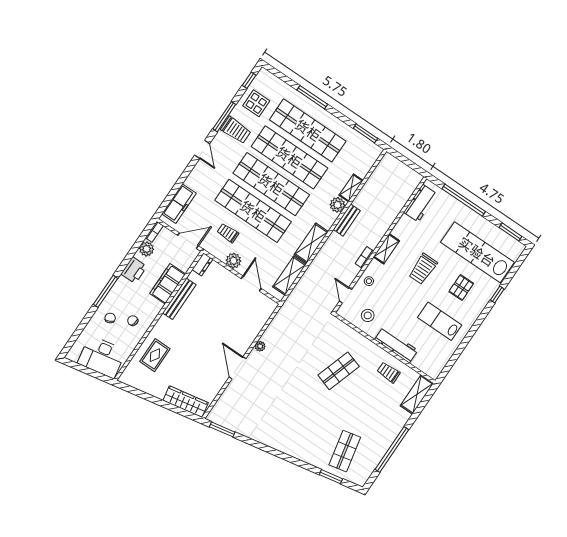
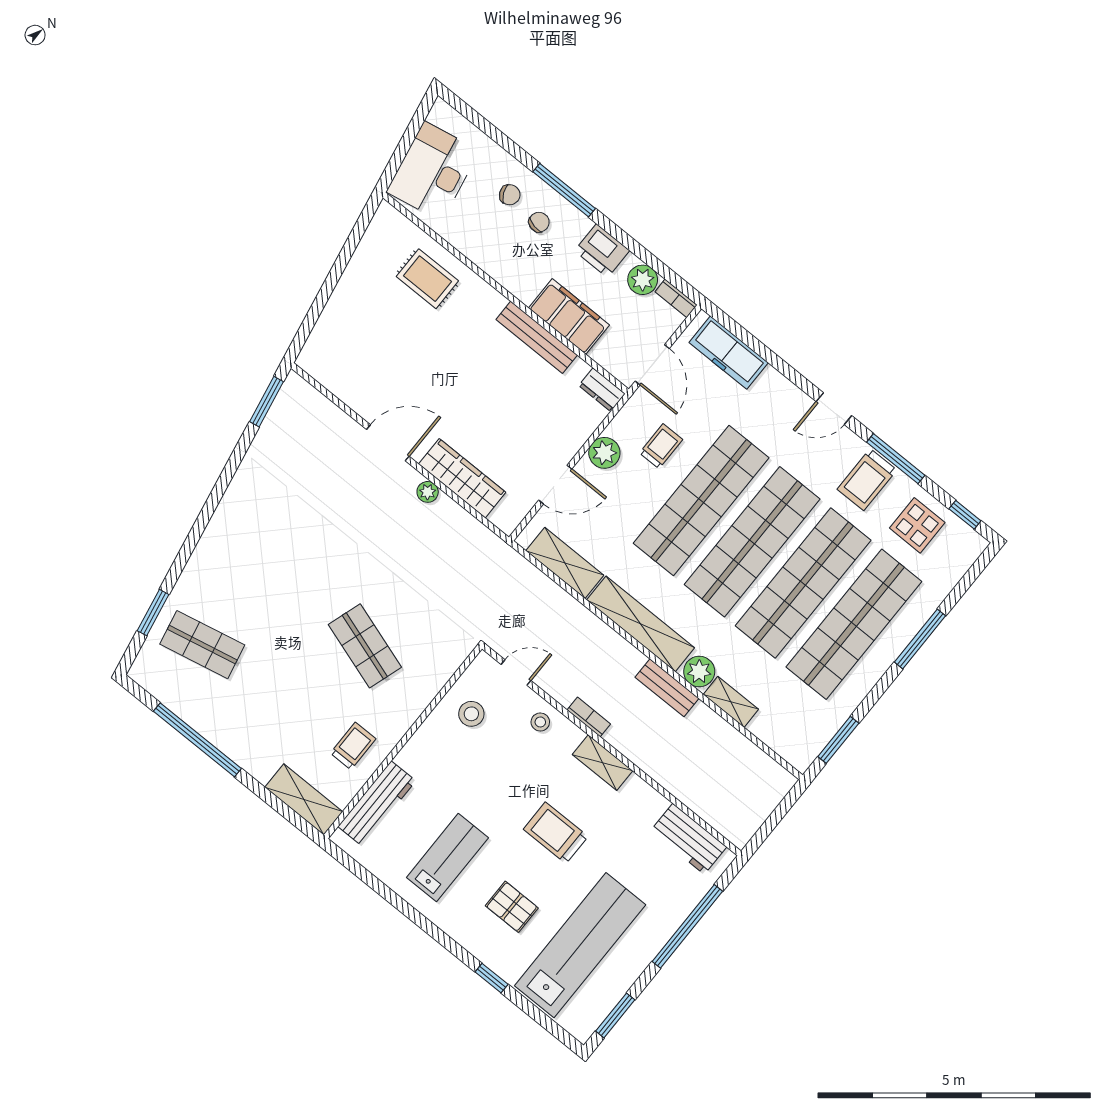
shelving: (311, 243) -> (641, 624), width x1.47
chair: (133, 321) -> (539, 222), moved
workbench: (396, 345) -> (377, 804), moved
wardrobe: (186, 402) -> (462, 478), moved, turned -79

